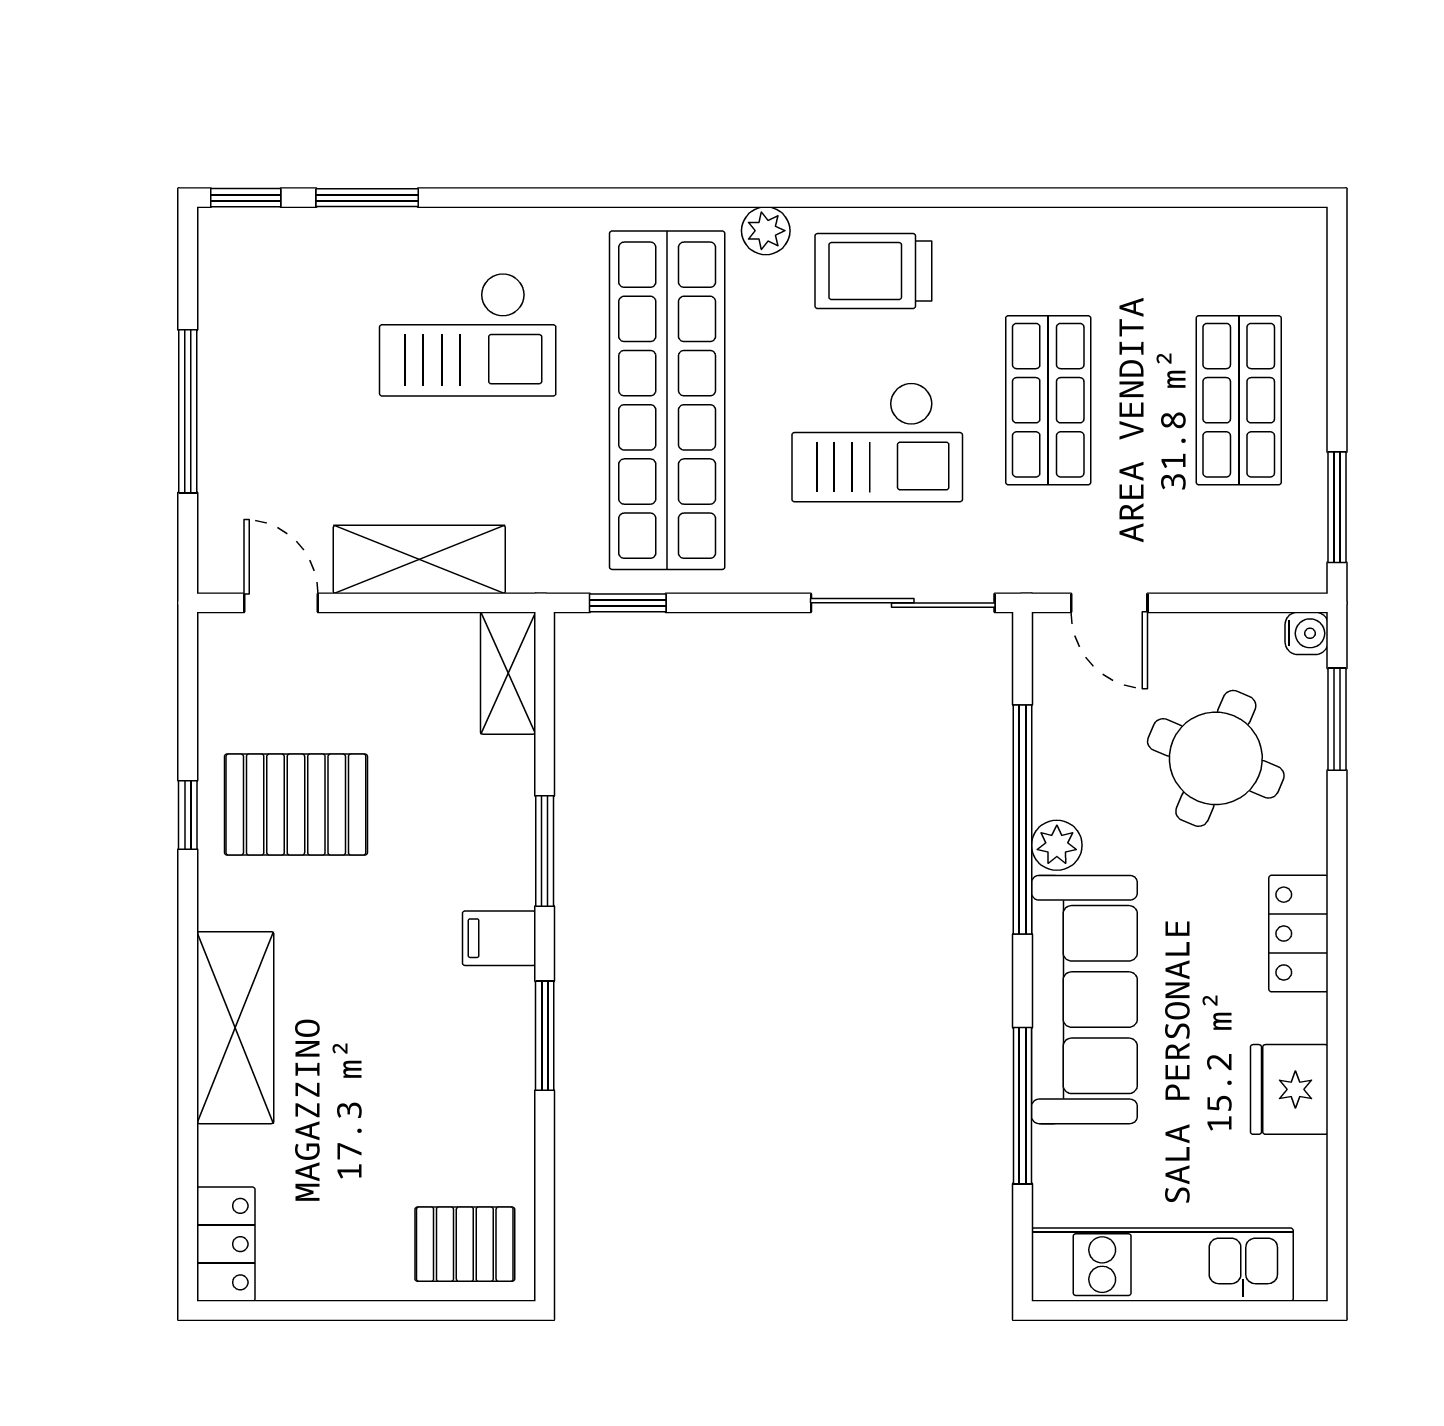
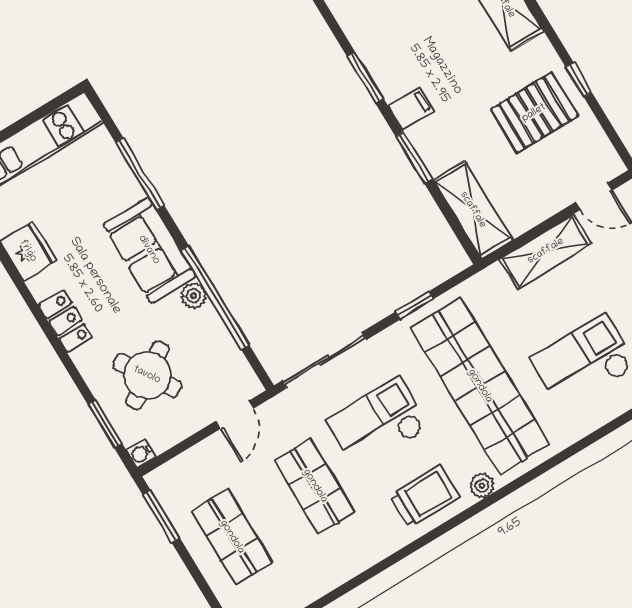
window: (628, 603) -> (414, 305), moved
door: (1109, 603) -> (235, 415), swing flipped
shelving: (508, 673) -> (473, 210), width x1.50, depth x1.33
round table: (1216, 758) -> (147, 375), turned 34
sofa: (1084, 1000) -> (149, 250), width x0.73

